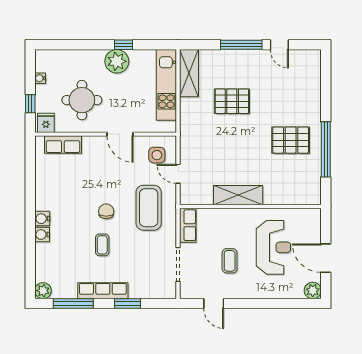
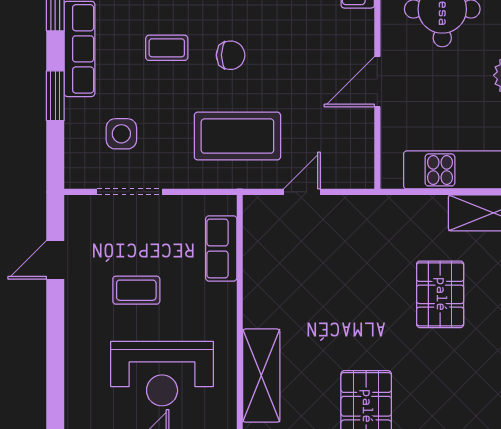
side table: (157, 155) -> (121, 134), moved
shelving: (238, 195) -> (261, 376), moved
row of seats: (188, 225) -> (221, 248), moved, turned 90

